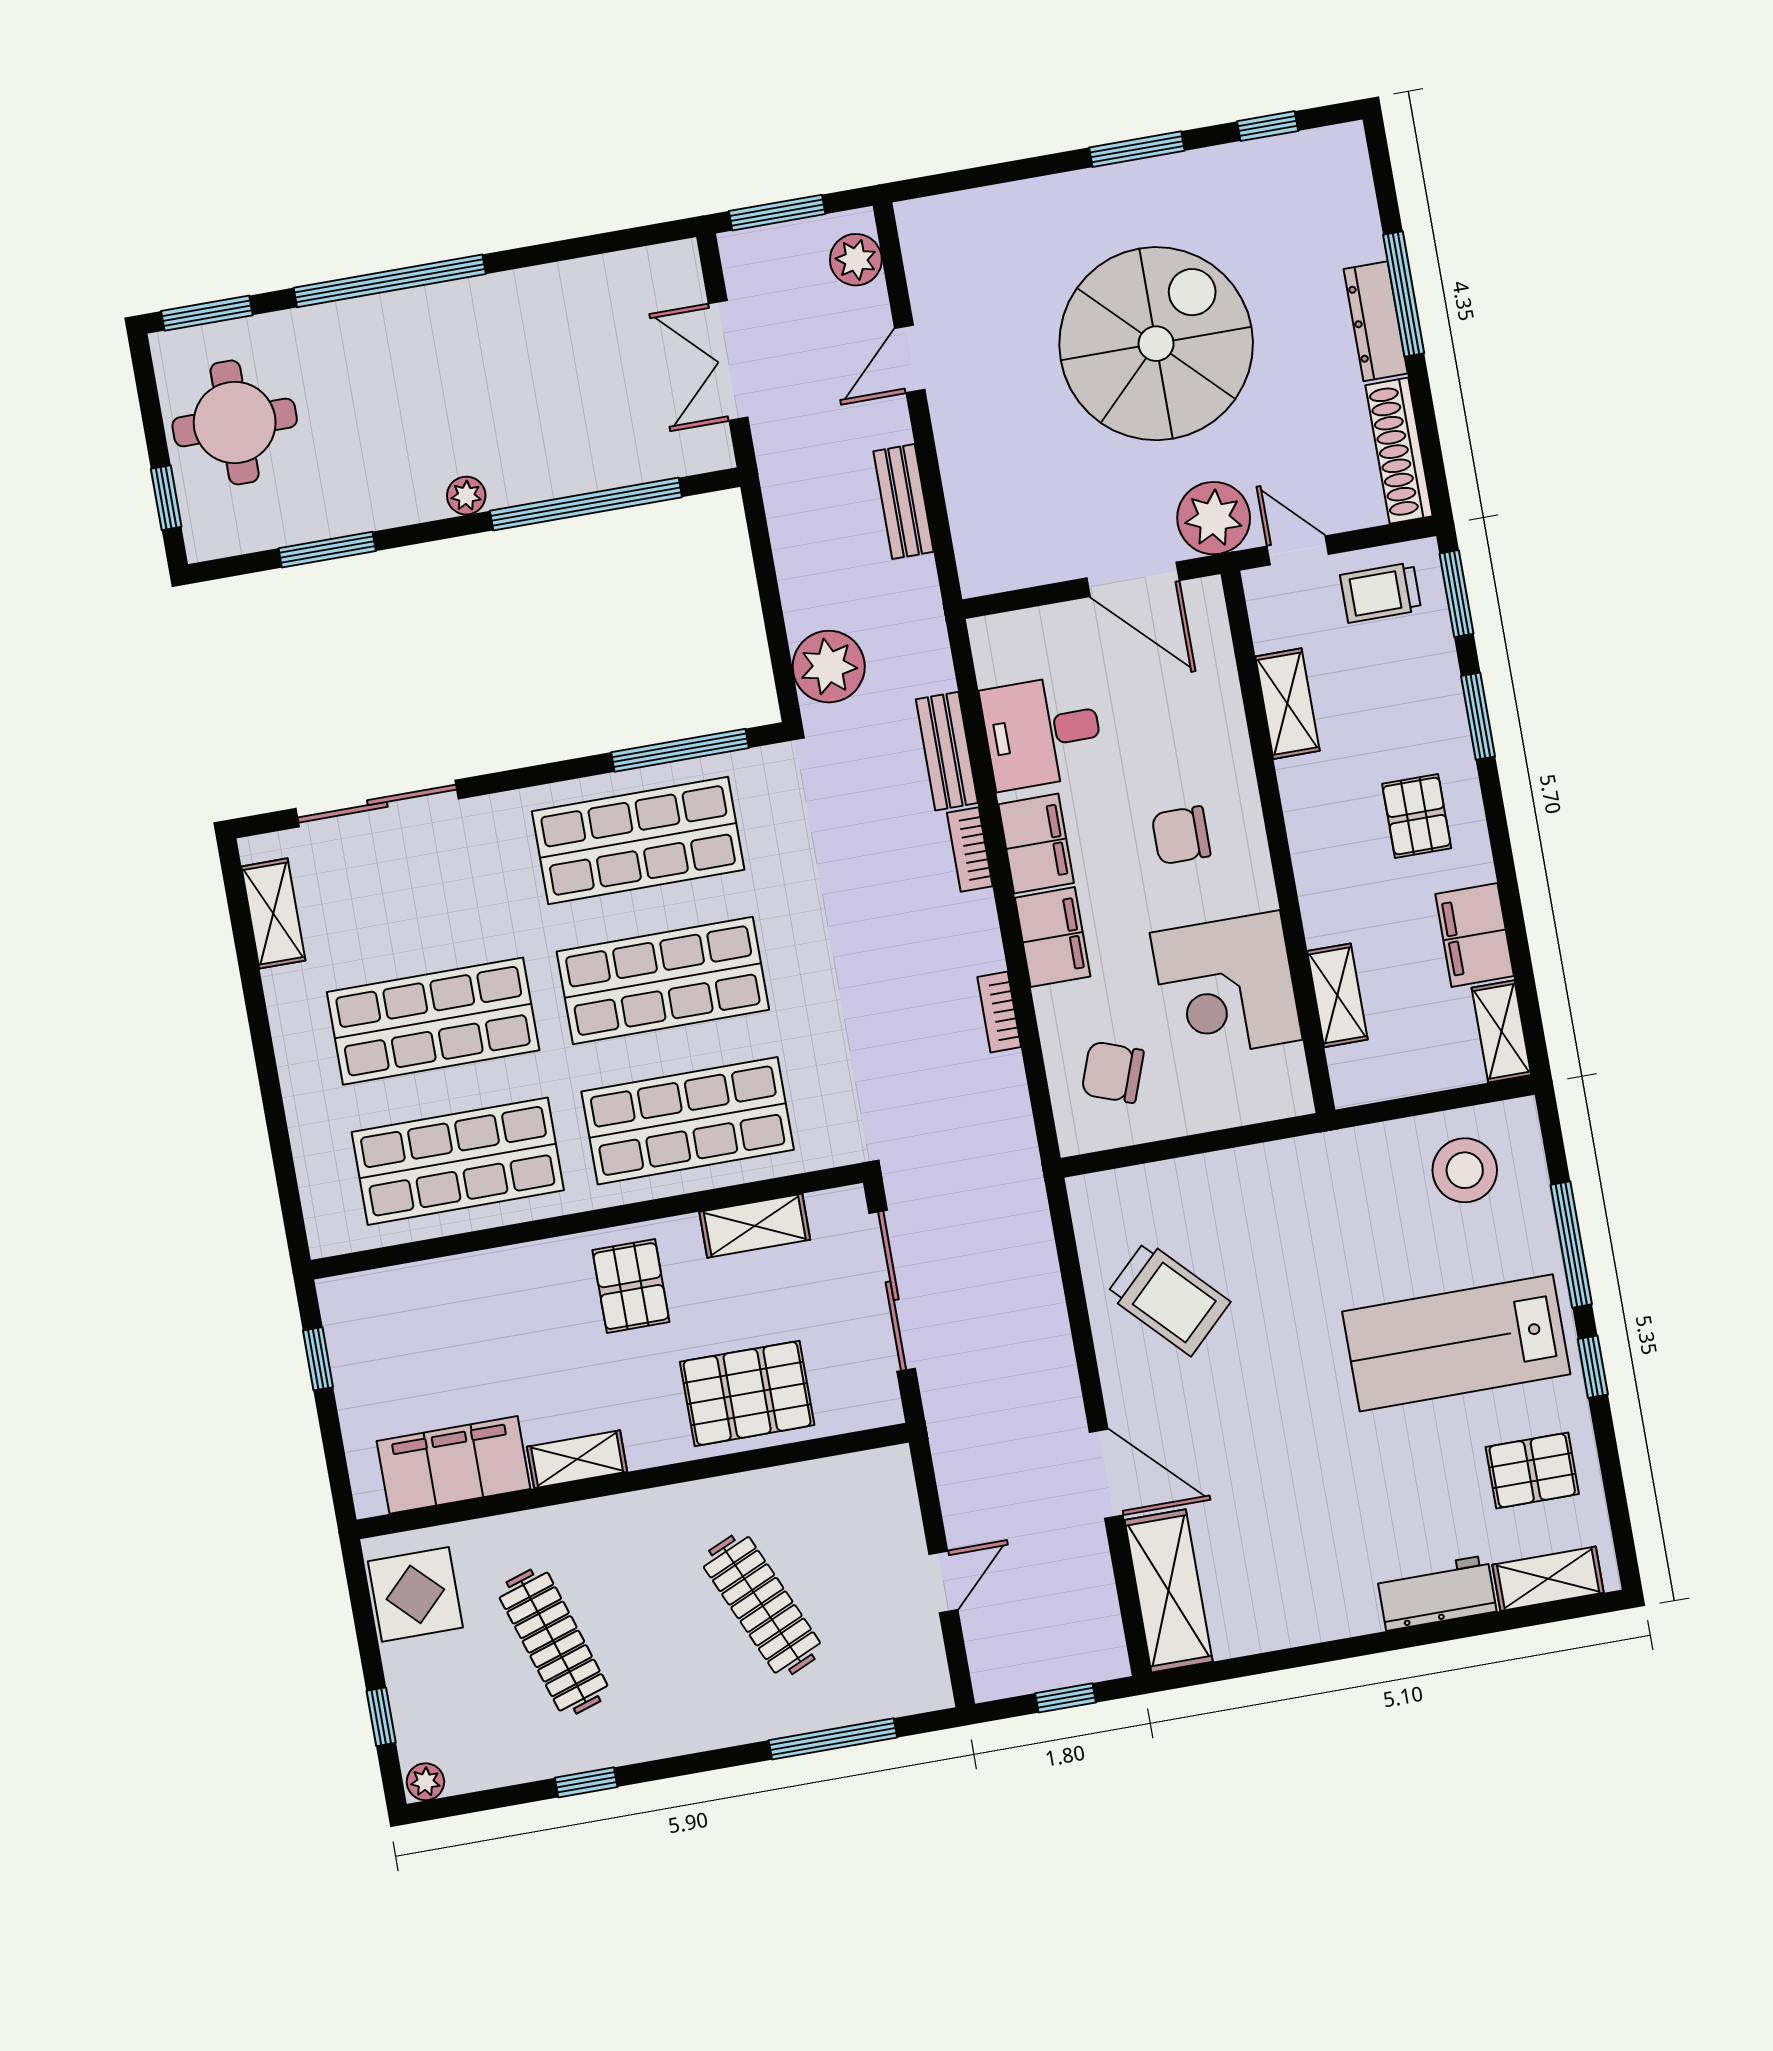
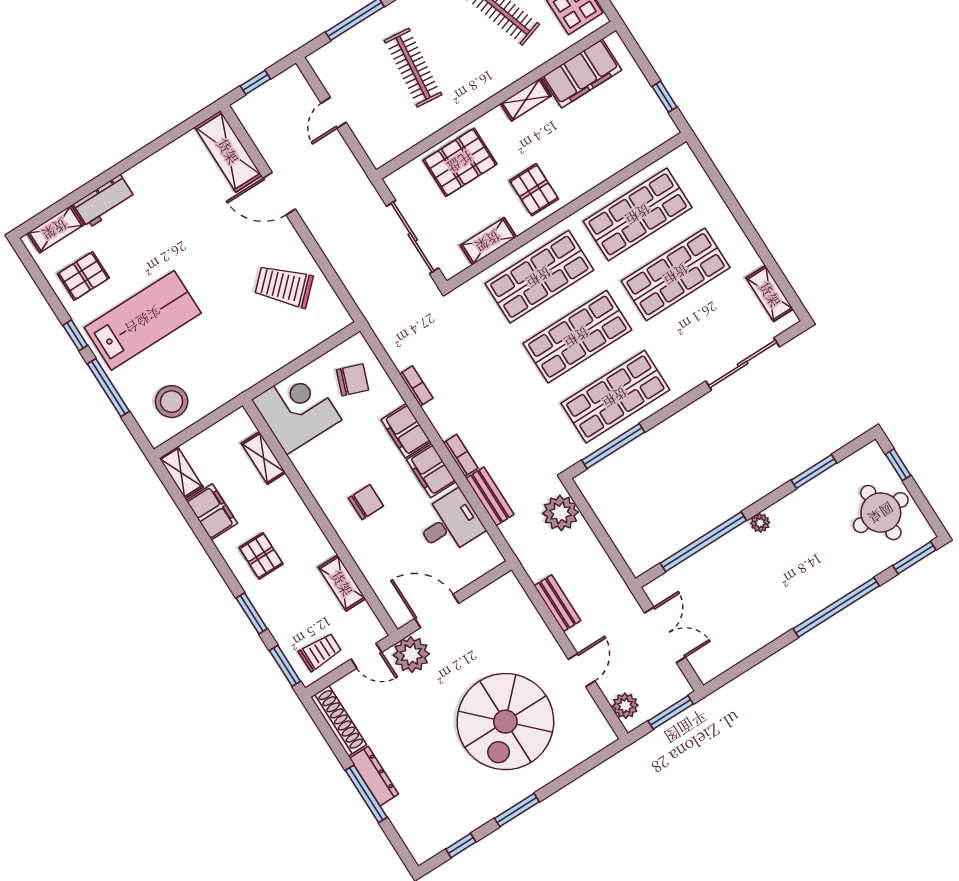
spiral stairs: (1156, 344) -> (505, 722), moved
corner desk: (1226, 986) -> (297, 410), moved
clothes rail: (762, 1605) -> (413, 68), turned 30

